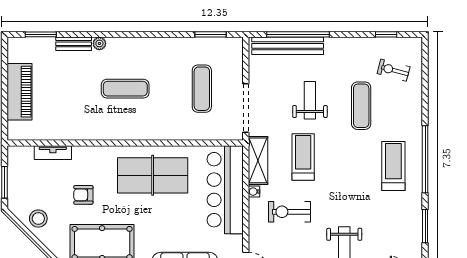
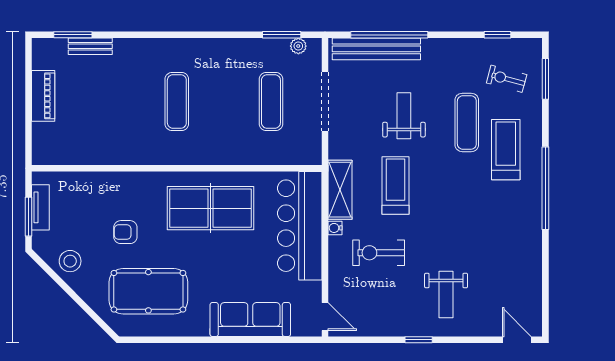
plant: (99, 43) -> (298, 46), moved
bench: (74, 44) -> (90, 46), moved
exercise mat: (125, 89) -> (177, 101), turned 90
piano: (19, 92) -> (43, 96), width x0.73, depth x0.75
doorway: (246, 108) -> (325, 101), moved
tv unit: (53, 153) -> (40, 207), moved, turned -90
treadmill: (393, 166) -> (506, 150), moved
window: (425, 226) -> (545, 79), moved

